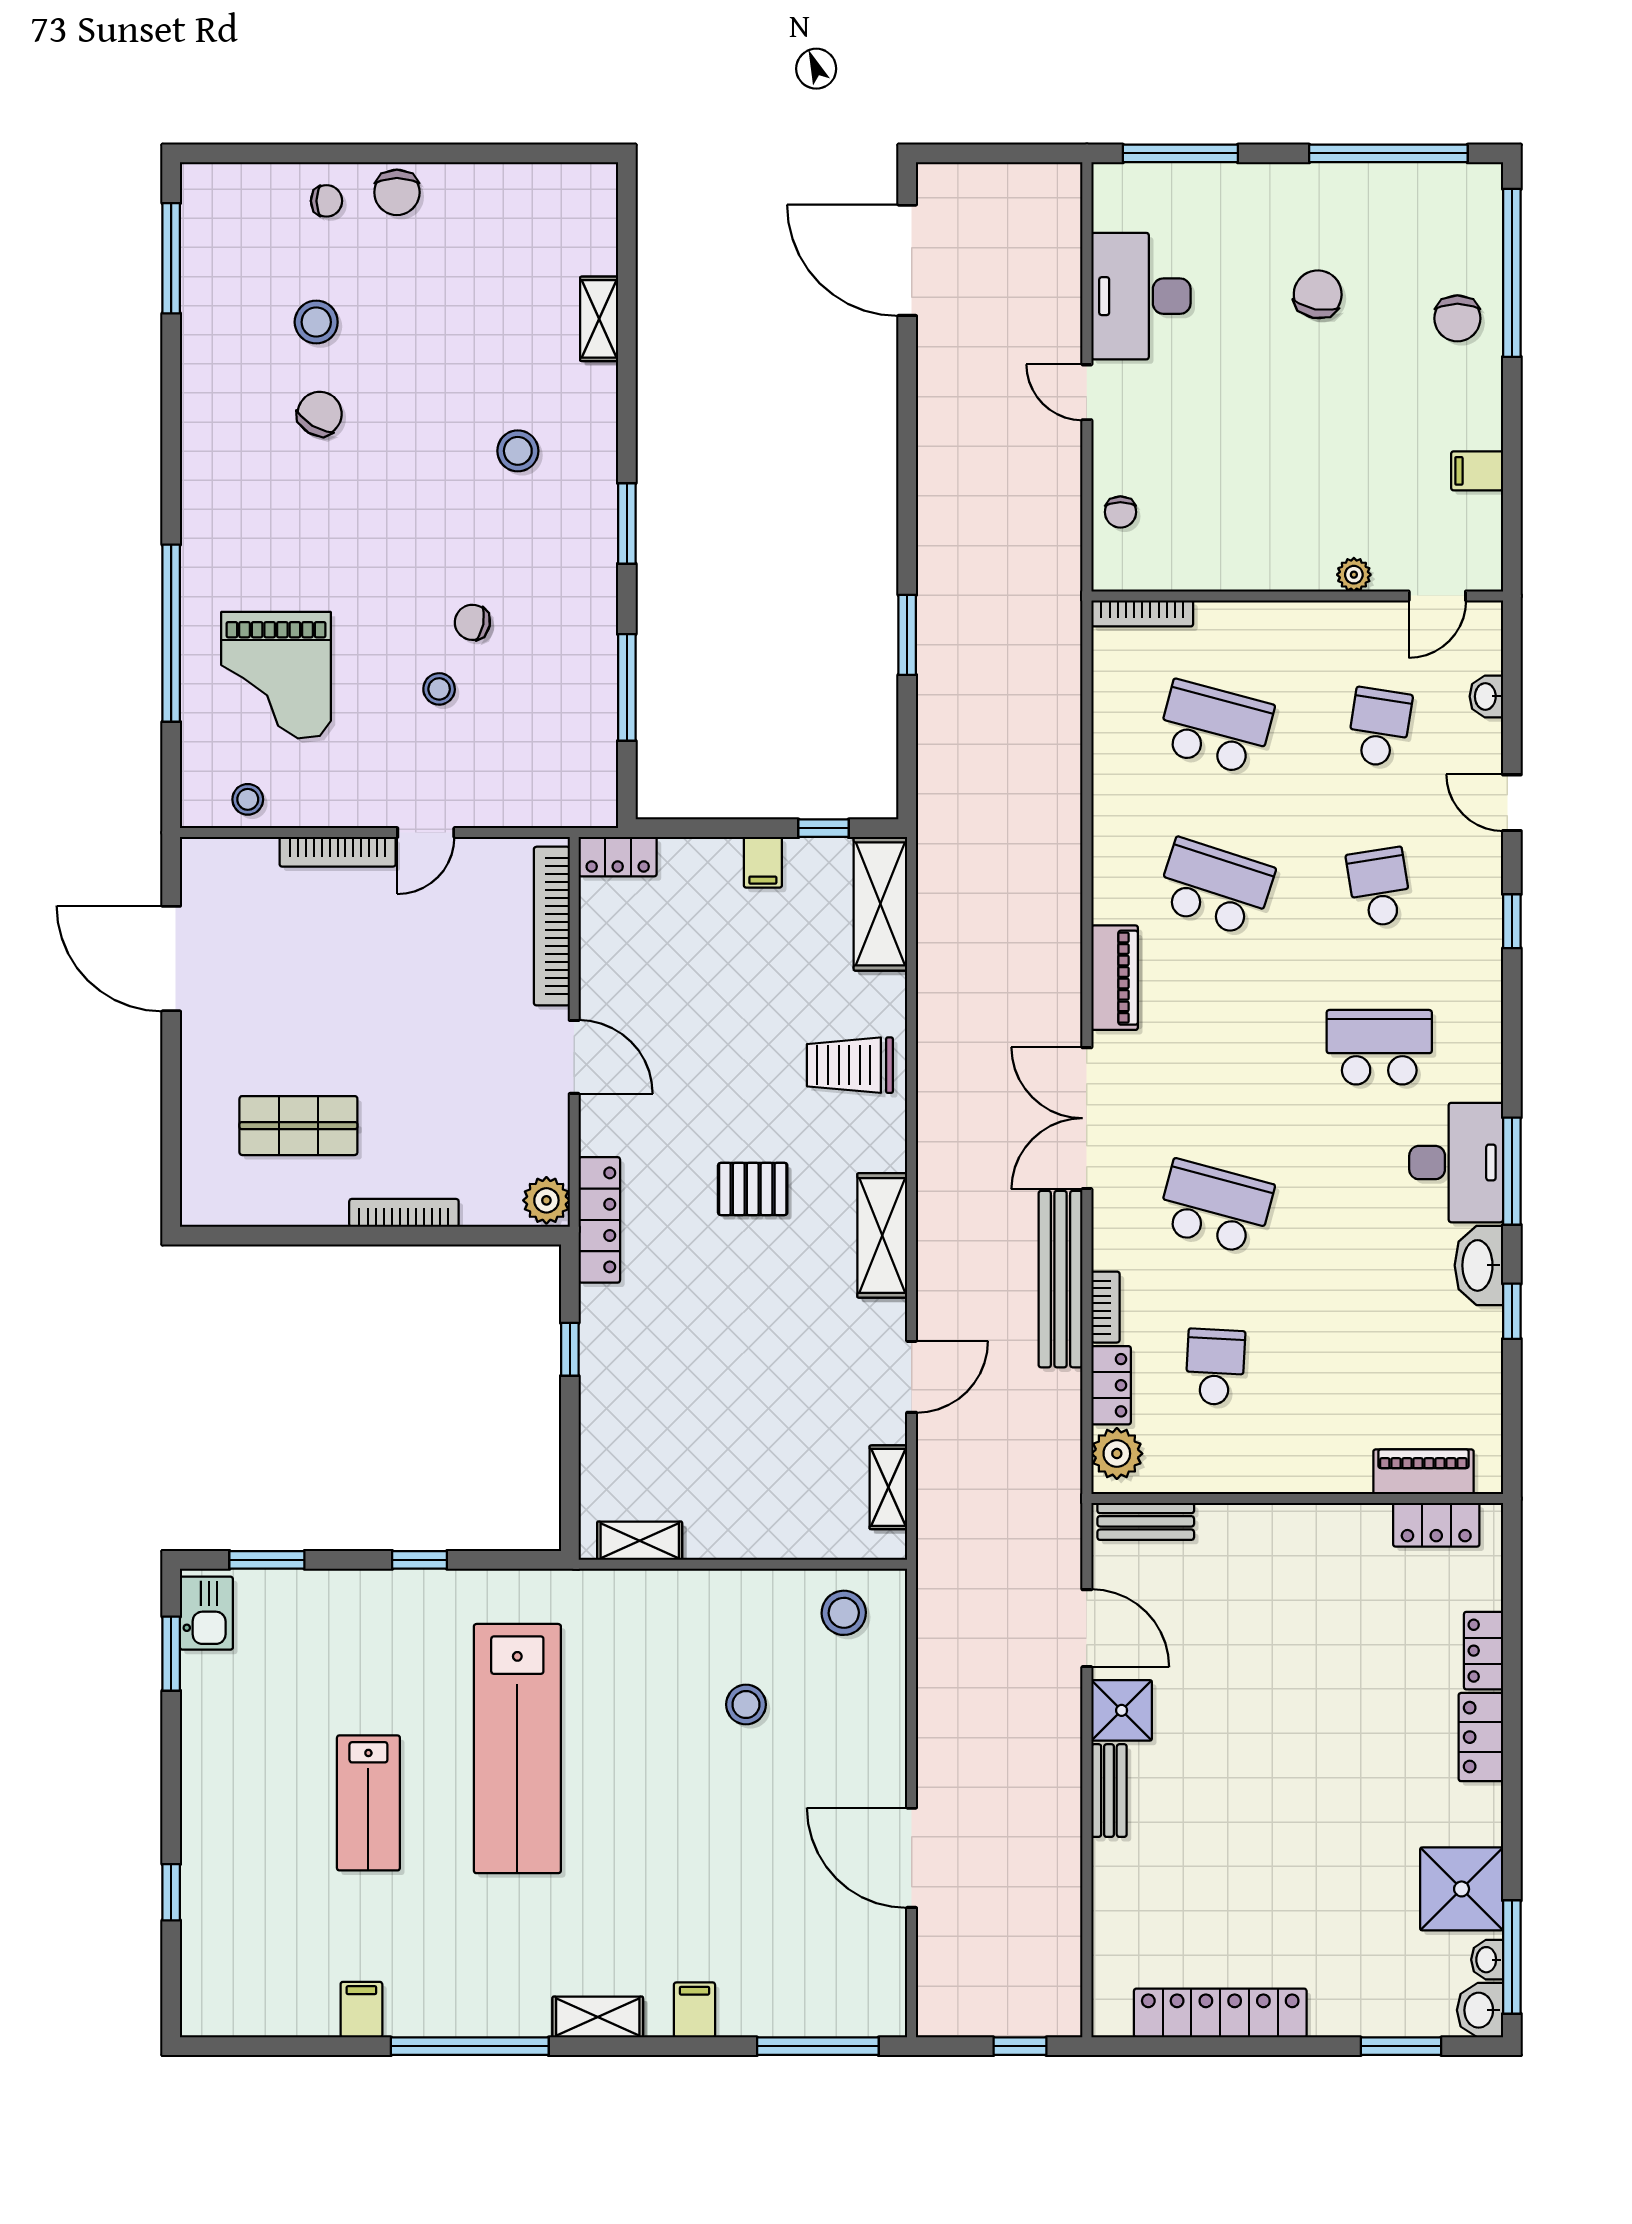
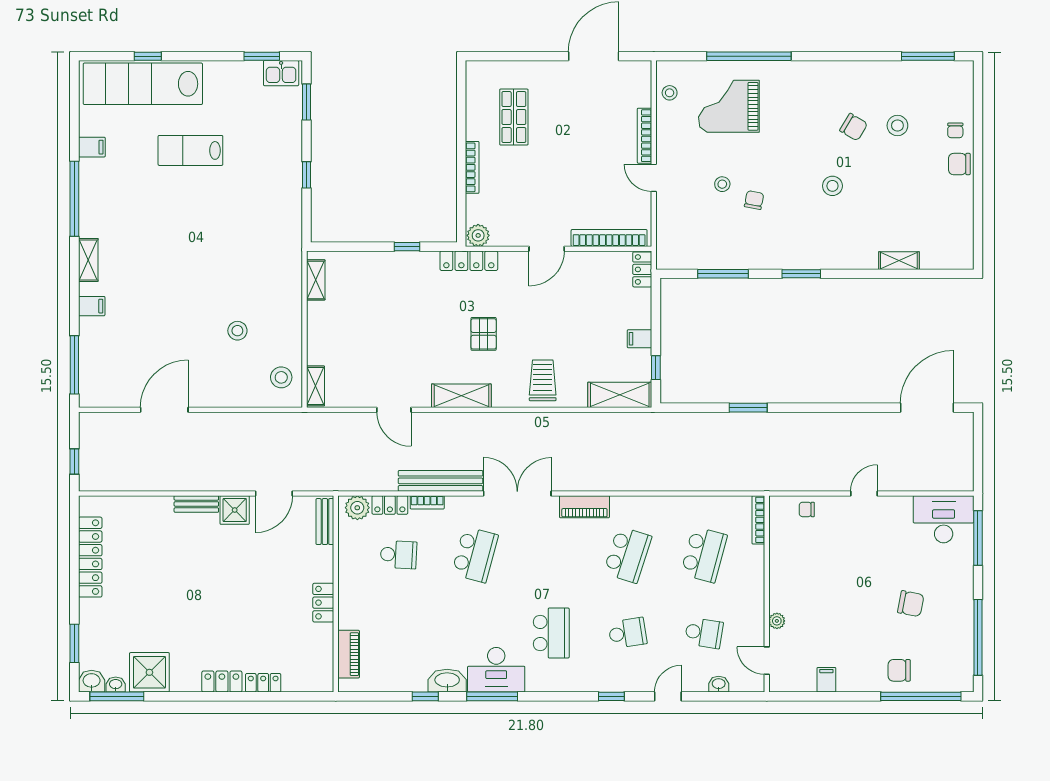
desk: (1141, 296) -> (944, 519), moved
stool: (518, 451) -> (832, 186), moved
shelving: (888, 1487) -> (315, 386), moved, turned 90
locker: (1436, 1525) -> (323, 603), moved
lab bench: (517, 1749) -> (143, 84), moved

